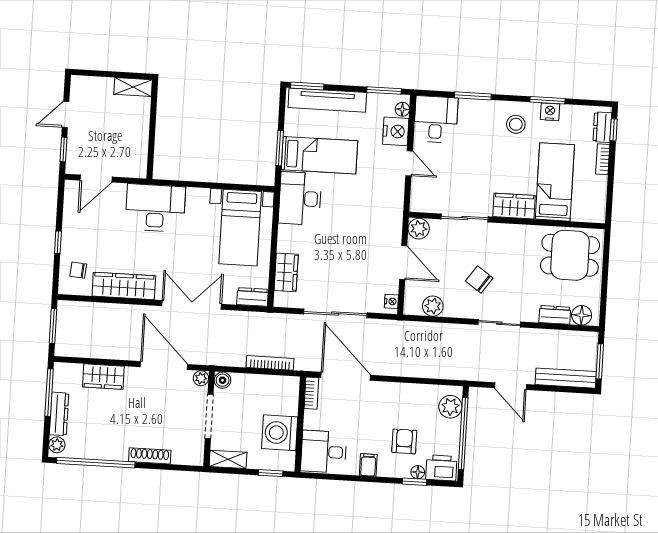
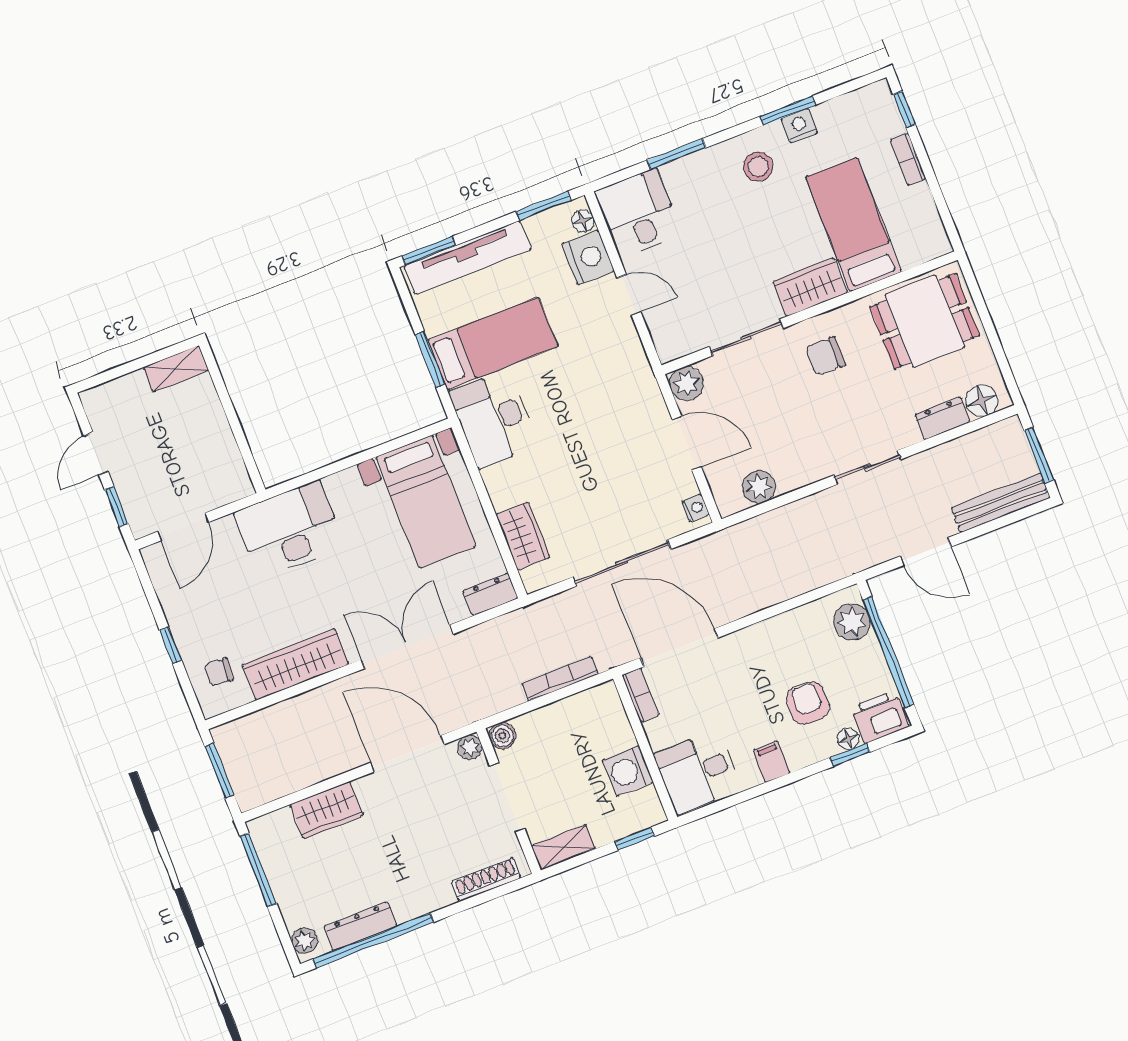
dresser: (602, 127) -> (886, 113), removed
chair: (479, 280) -> (825, 356), moved, turned -35
dresser: (59, 414) -> (360, 926), moved, turned -90
washing machine: (280, 433) -> (628, 771), width x0.73, depth x0.73
shoe rack: (150, 456) -> (486, 880), moved

